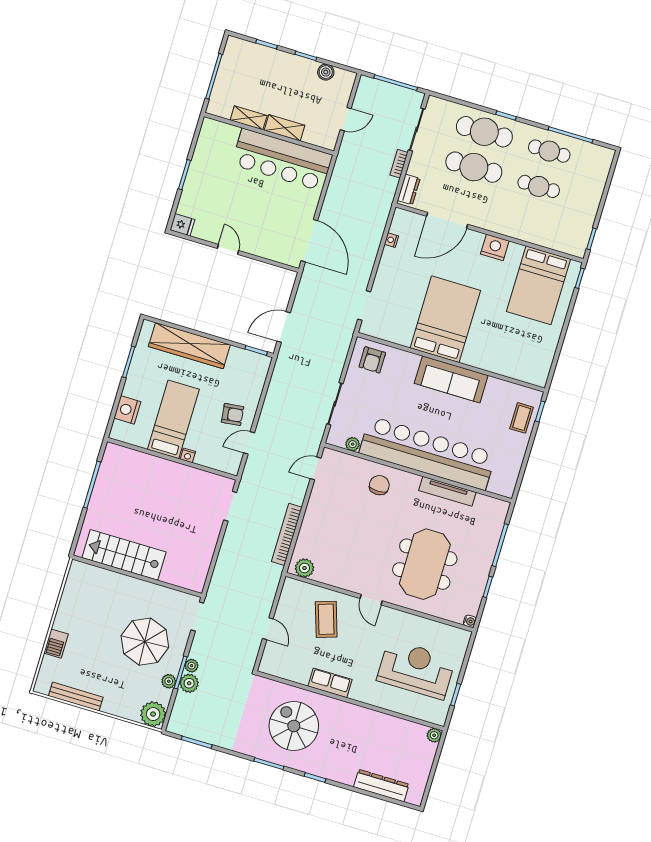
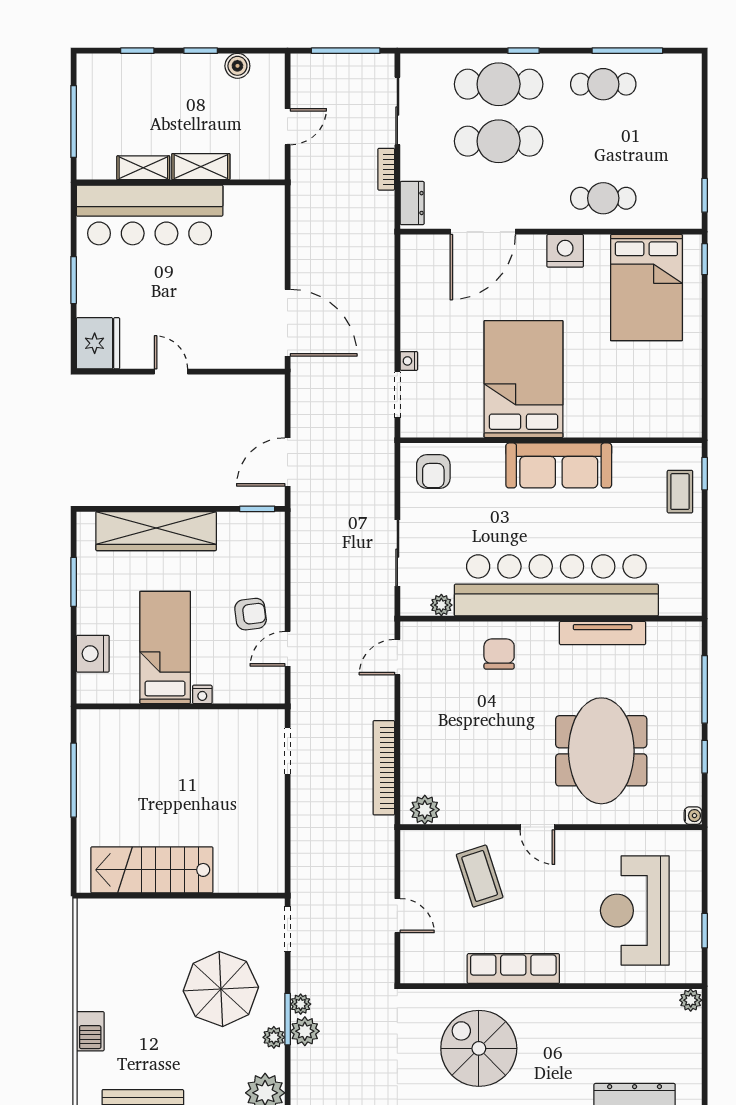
bar counter: (282, 160) -> (150, 215), moved
cafe table: (539, 186) -> (603, 198), moved
fridge: (182, 225) -> (98, 343), width x1.88, depth x1.34
nightstand: (391, 240) -> (409, 361), moved
reception desk: (416, 669) -> (635, 911), turned -90
row of seats: (330, 683) -> (513, 969), width x1.48

